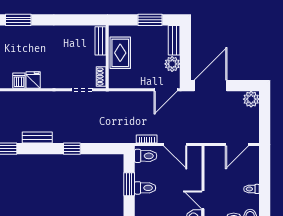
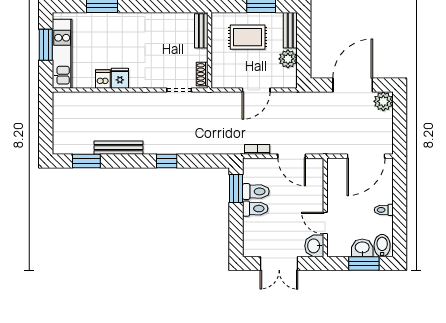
rug: (120, 53) -> (248, 37), moved, turned 90
door: (211, 86) -> (353, 85), moved
door: (166, 90) -> (256, 90), moved
bench: (37, 137) -> (118, 148), width x1.36
door: (237, 144) -> (366, 156), width x1.36
toilet: (146, 156) -> (256, 191), moved
window: (129, 184) -> (236, 189), moved

